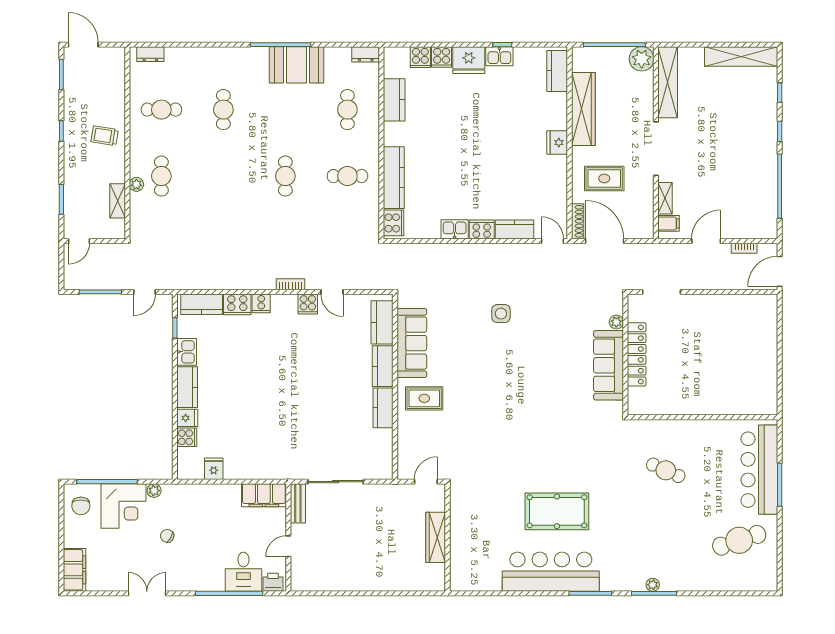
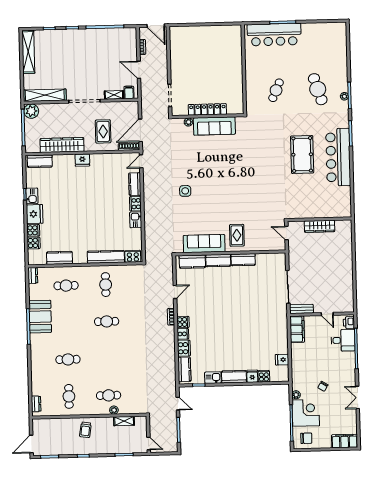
cooker: (308, 304) -> (183, 322), moved
cafe table: (739, 540) -> (318, 89), moved

